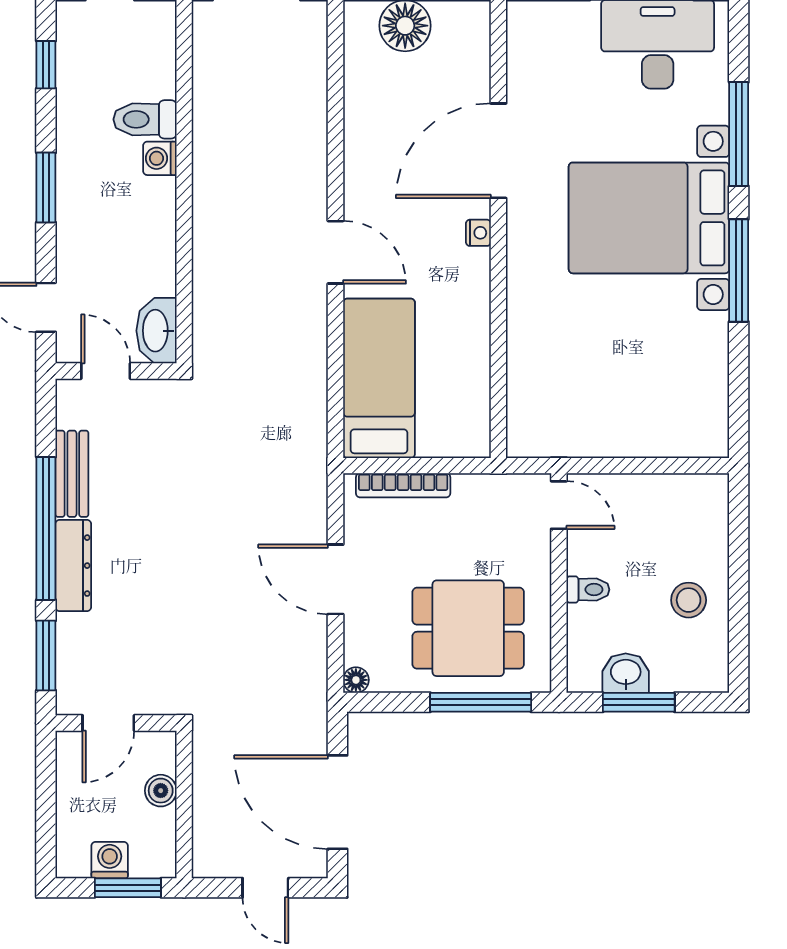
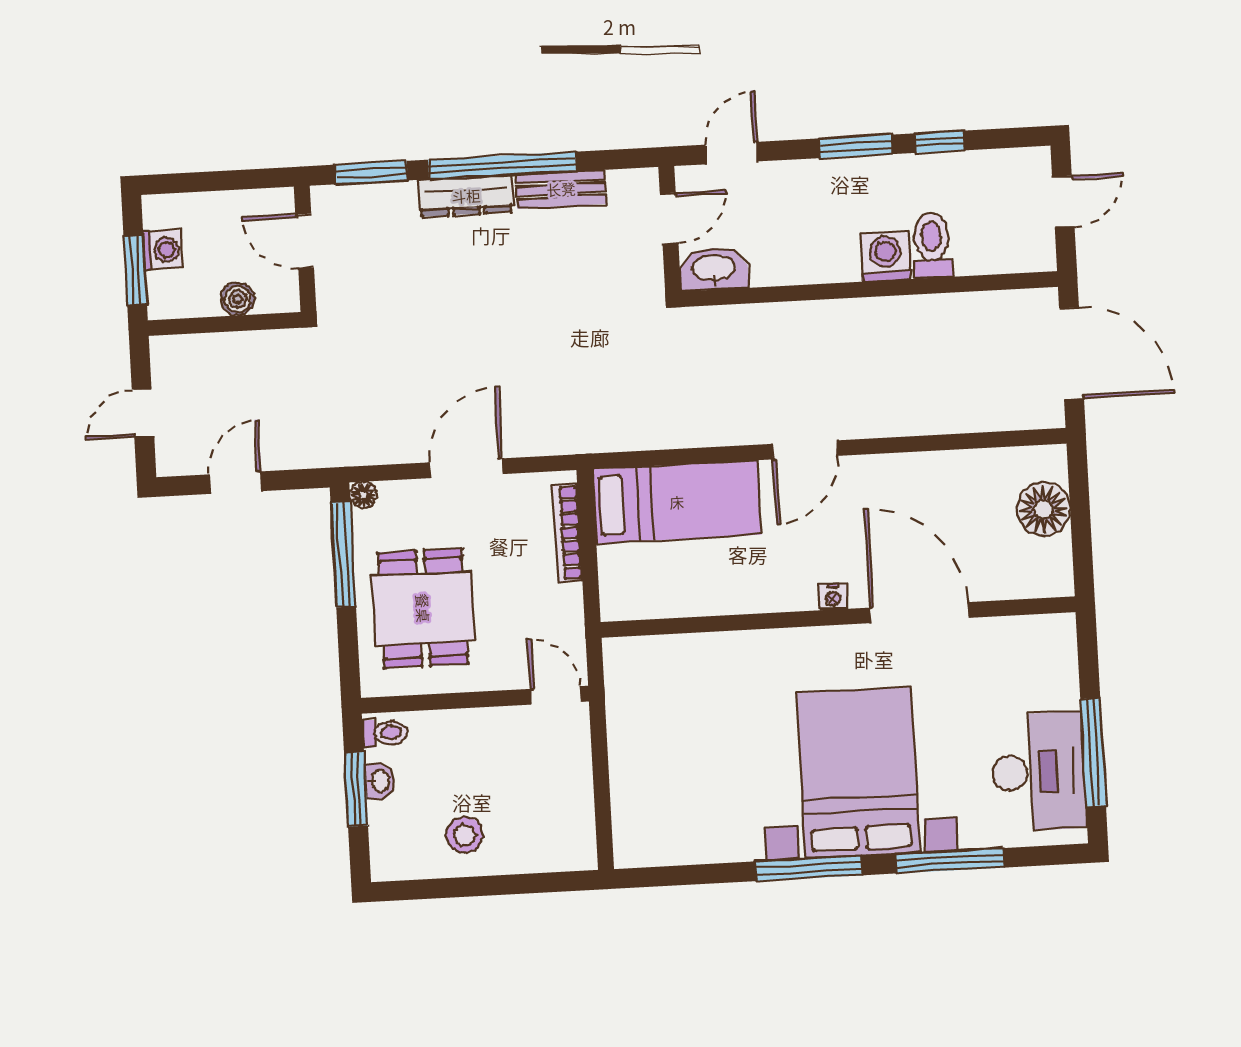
window: (46, 65) -> (940, 142), moved
washing machine: (160, 158) -> (885, 256), width x1.38, depth x1.38
door: (559, 505) -> (556, 695), swing flipped
toilet: (588, 590) -> (385, 733), moved, turned -90
washbasin: (626, 673) -> (379, 781), width x0.72, depth x0.69
window: (481, 702) -> (343, 555), moved
door: (337, 802) -> (236, 483), width x0.53

